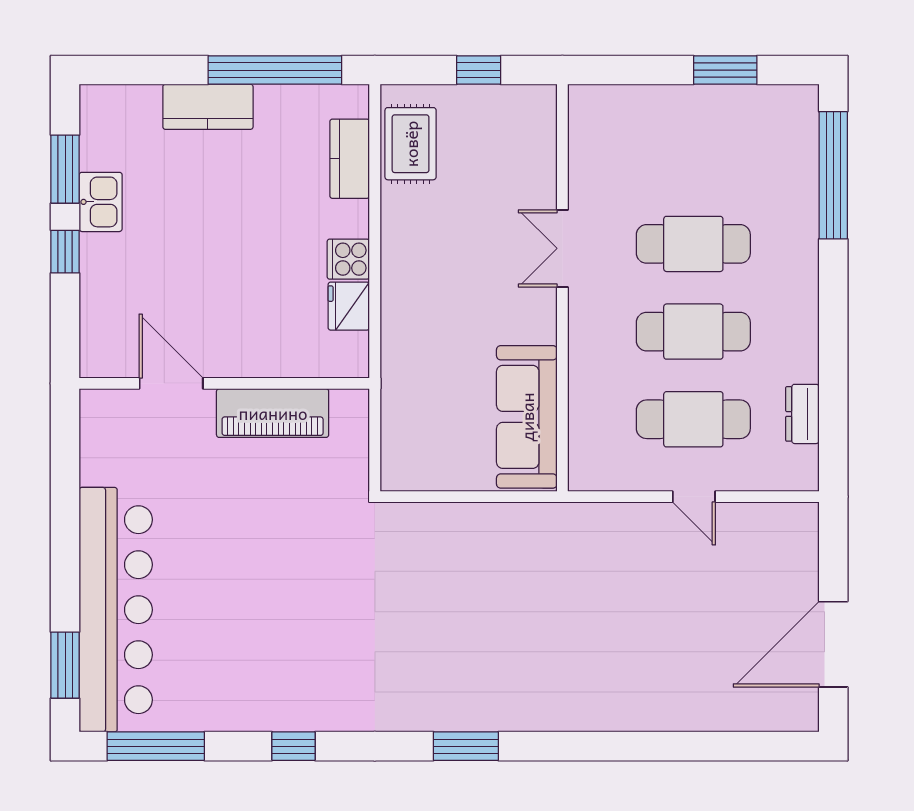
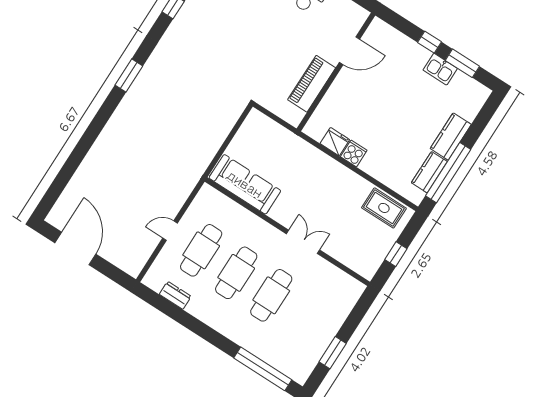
kitchen counter: (350, 159) -> (429, 172), moved, turned -90

